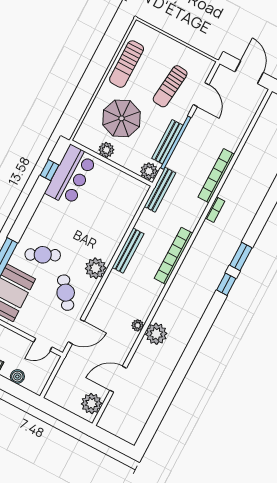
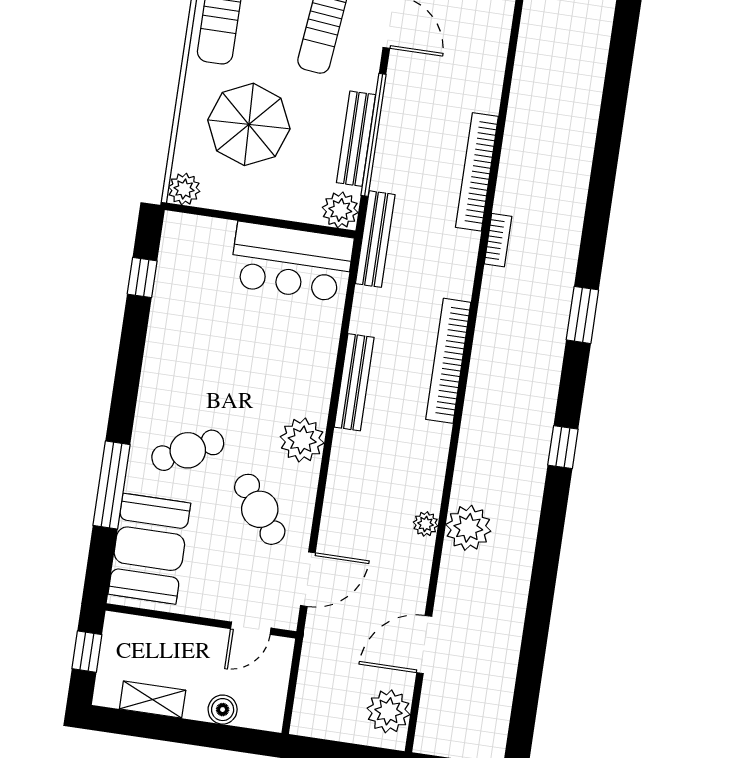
plant: (106, 150) -> (184, 189), moved
bar counter: (71, 176) -> (291, 262), moved, turned 90
window: (226, 284) -> (563, 447), moved

